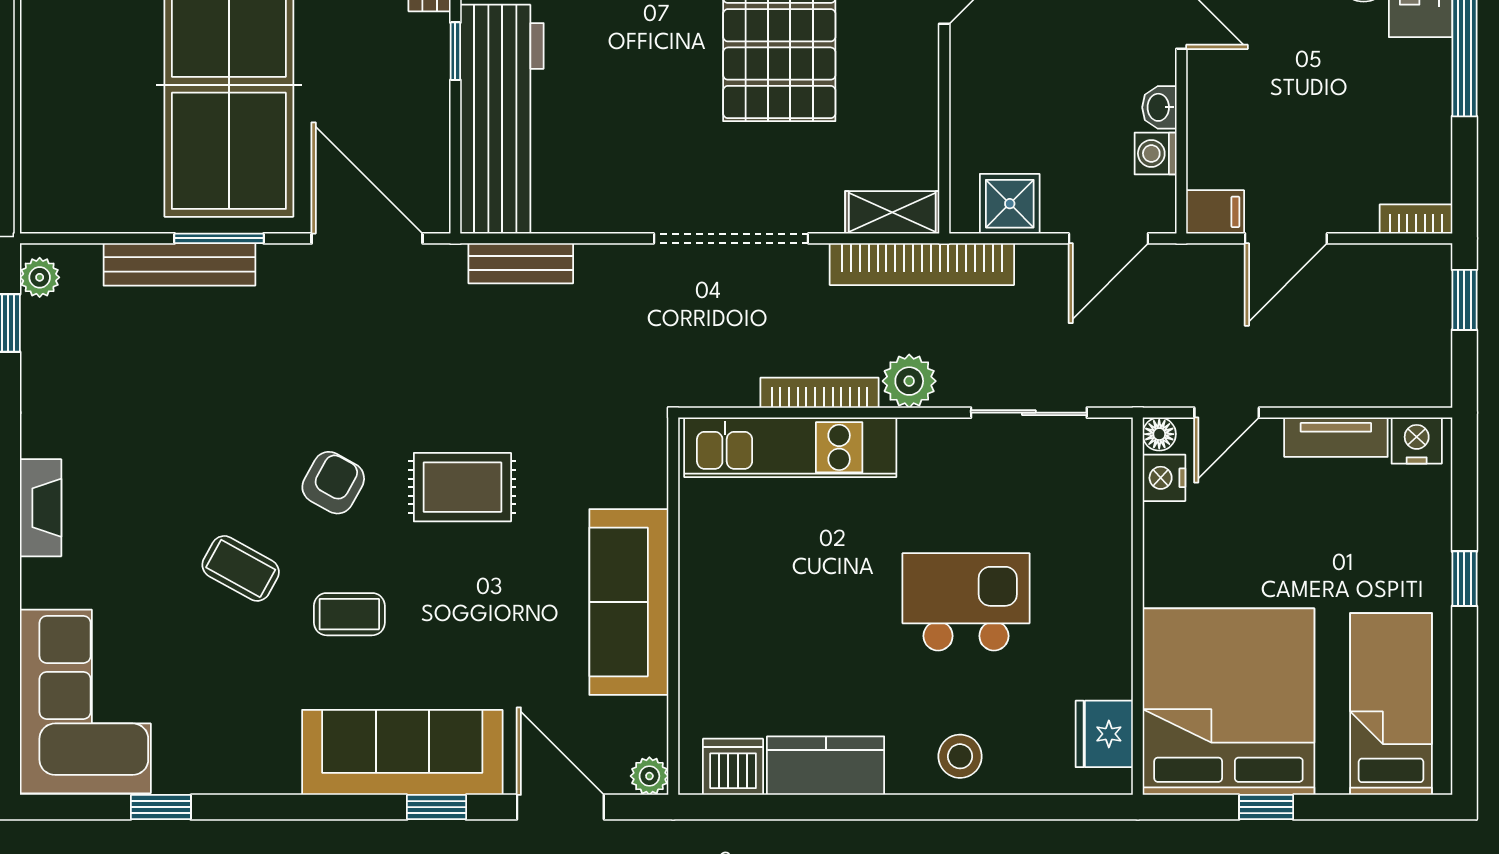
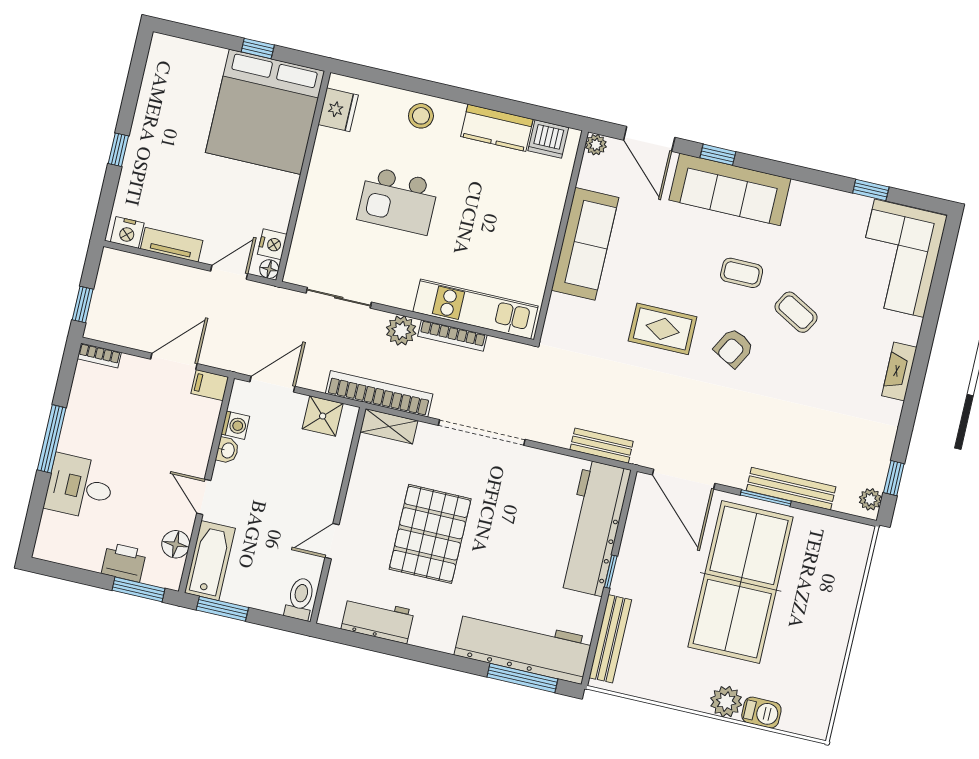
bed: (1391, 704) -> (175, 90), removed

